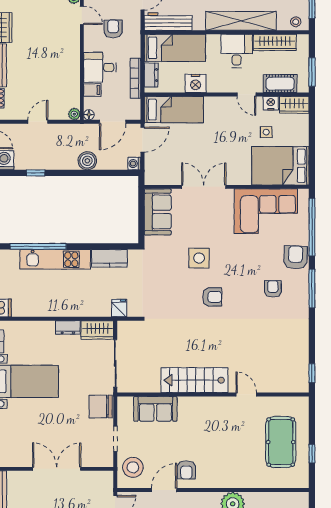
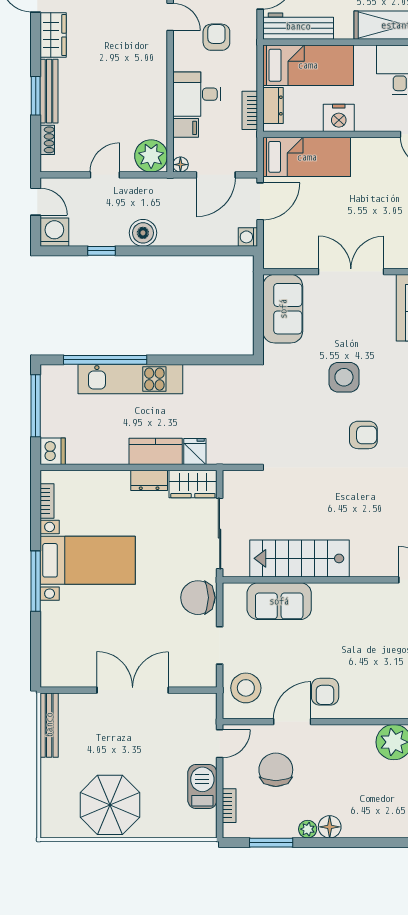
bookcase: (136, 78) -> (250, 110), width x0.64
plant: (74, 114) -> (151, 156), width x1.88, depth x1.88
boiler: (87, 161) -> (143, 233), moved
kitchen counter: (109, 258) -> (156, 451), moved, turned 180
fridge: (119, 308) -> (195, 451), moved
stairs: (194, 380) -> (299, 558), moved

